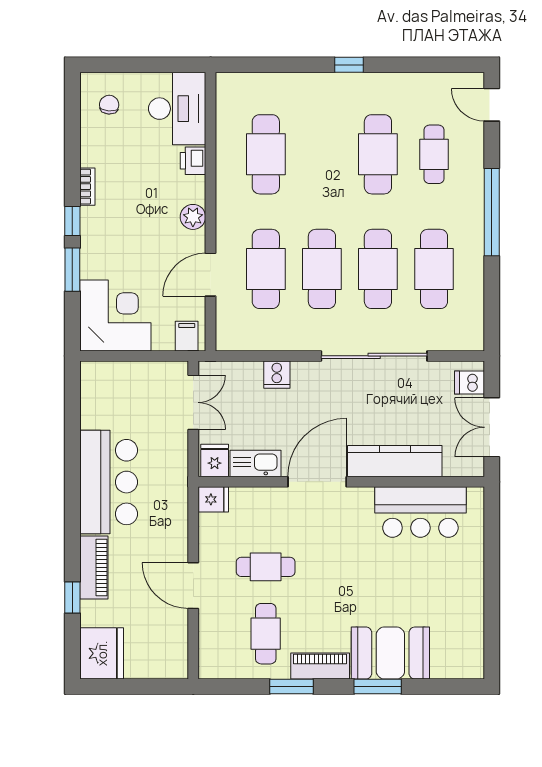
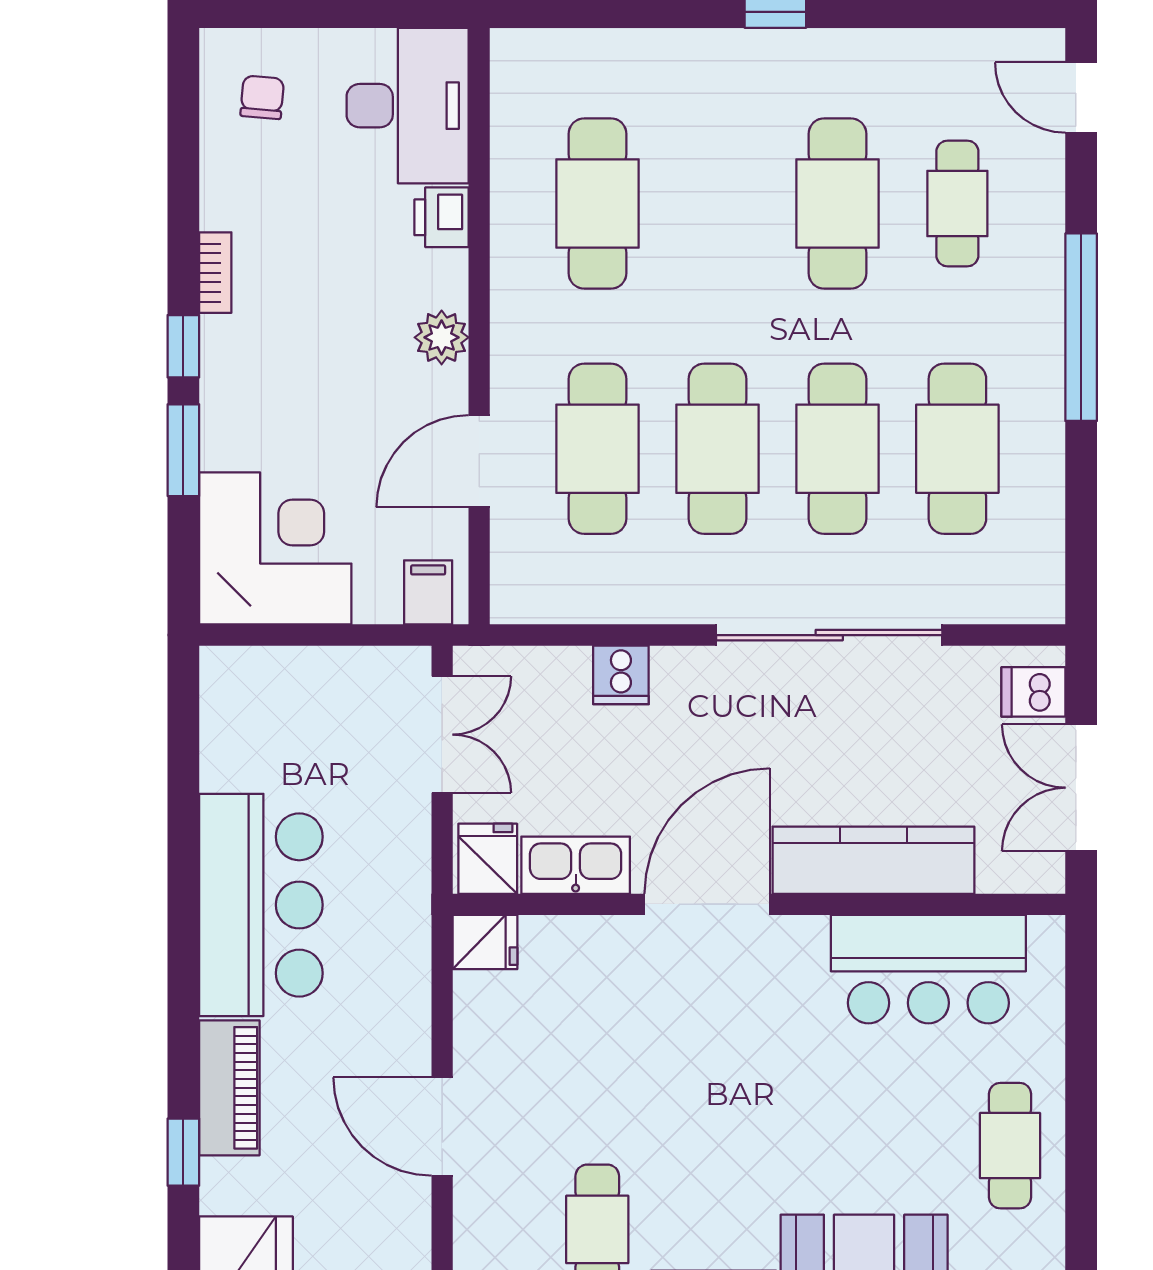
cafe table: (266, 567) -> (1010, 1146), moved, turned 90

